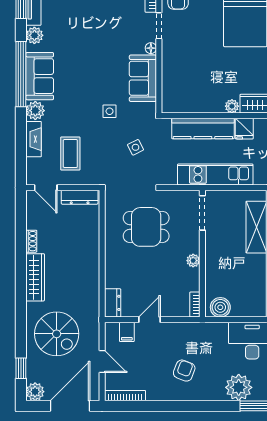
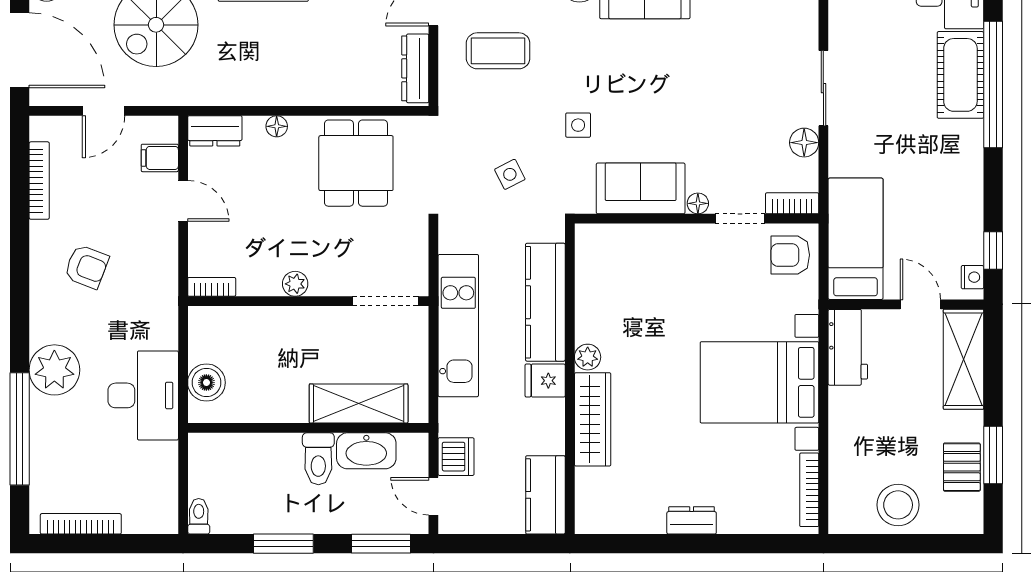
dining table: (146, 227) -> (356, 163), moved
floor lamp: (110, 270) -> (277, 126), added
boiler: (220, 307) -> (206, 383), moved
bookcase: (125, 396) -> (39, 181), moved

